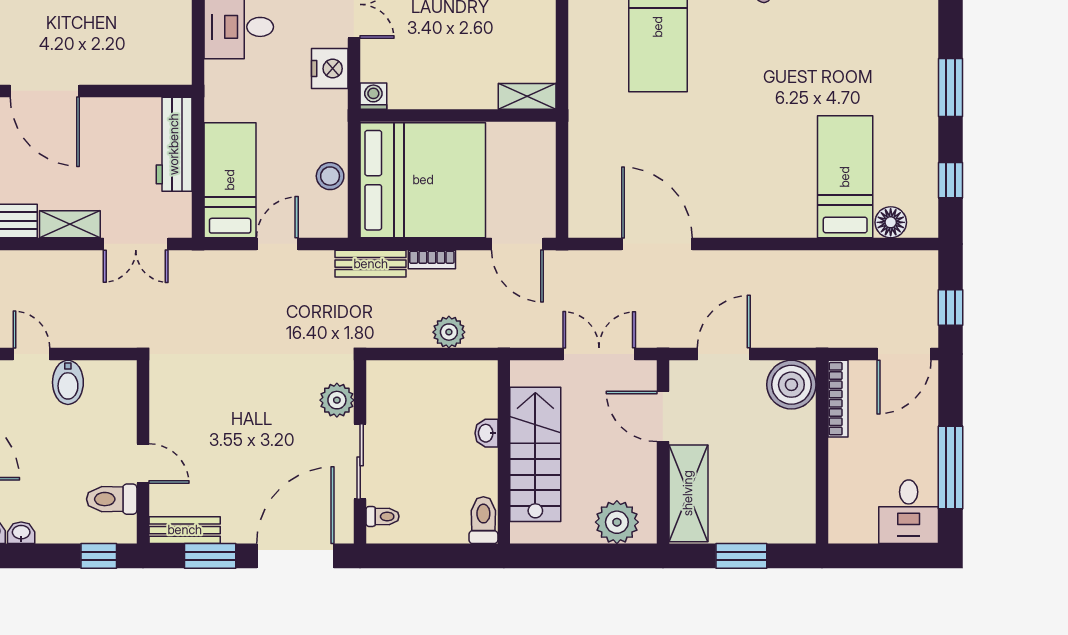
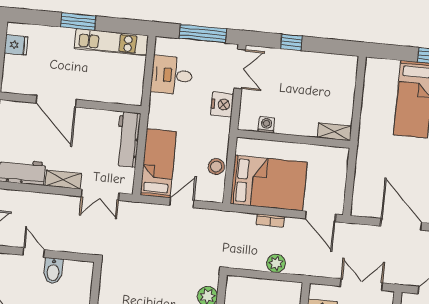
washing machine: (373, 96) -> (266, 125), moved
bed: (423, 180) -> (269, 183), width x0.73
bench: (371, 264) -> (235, 219), removed

